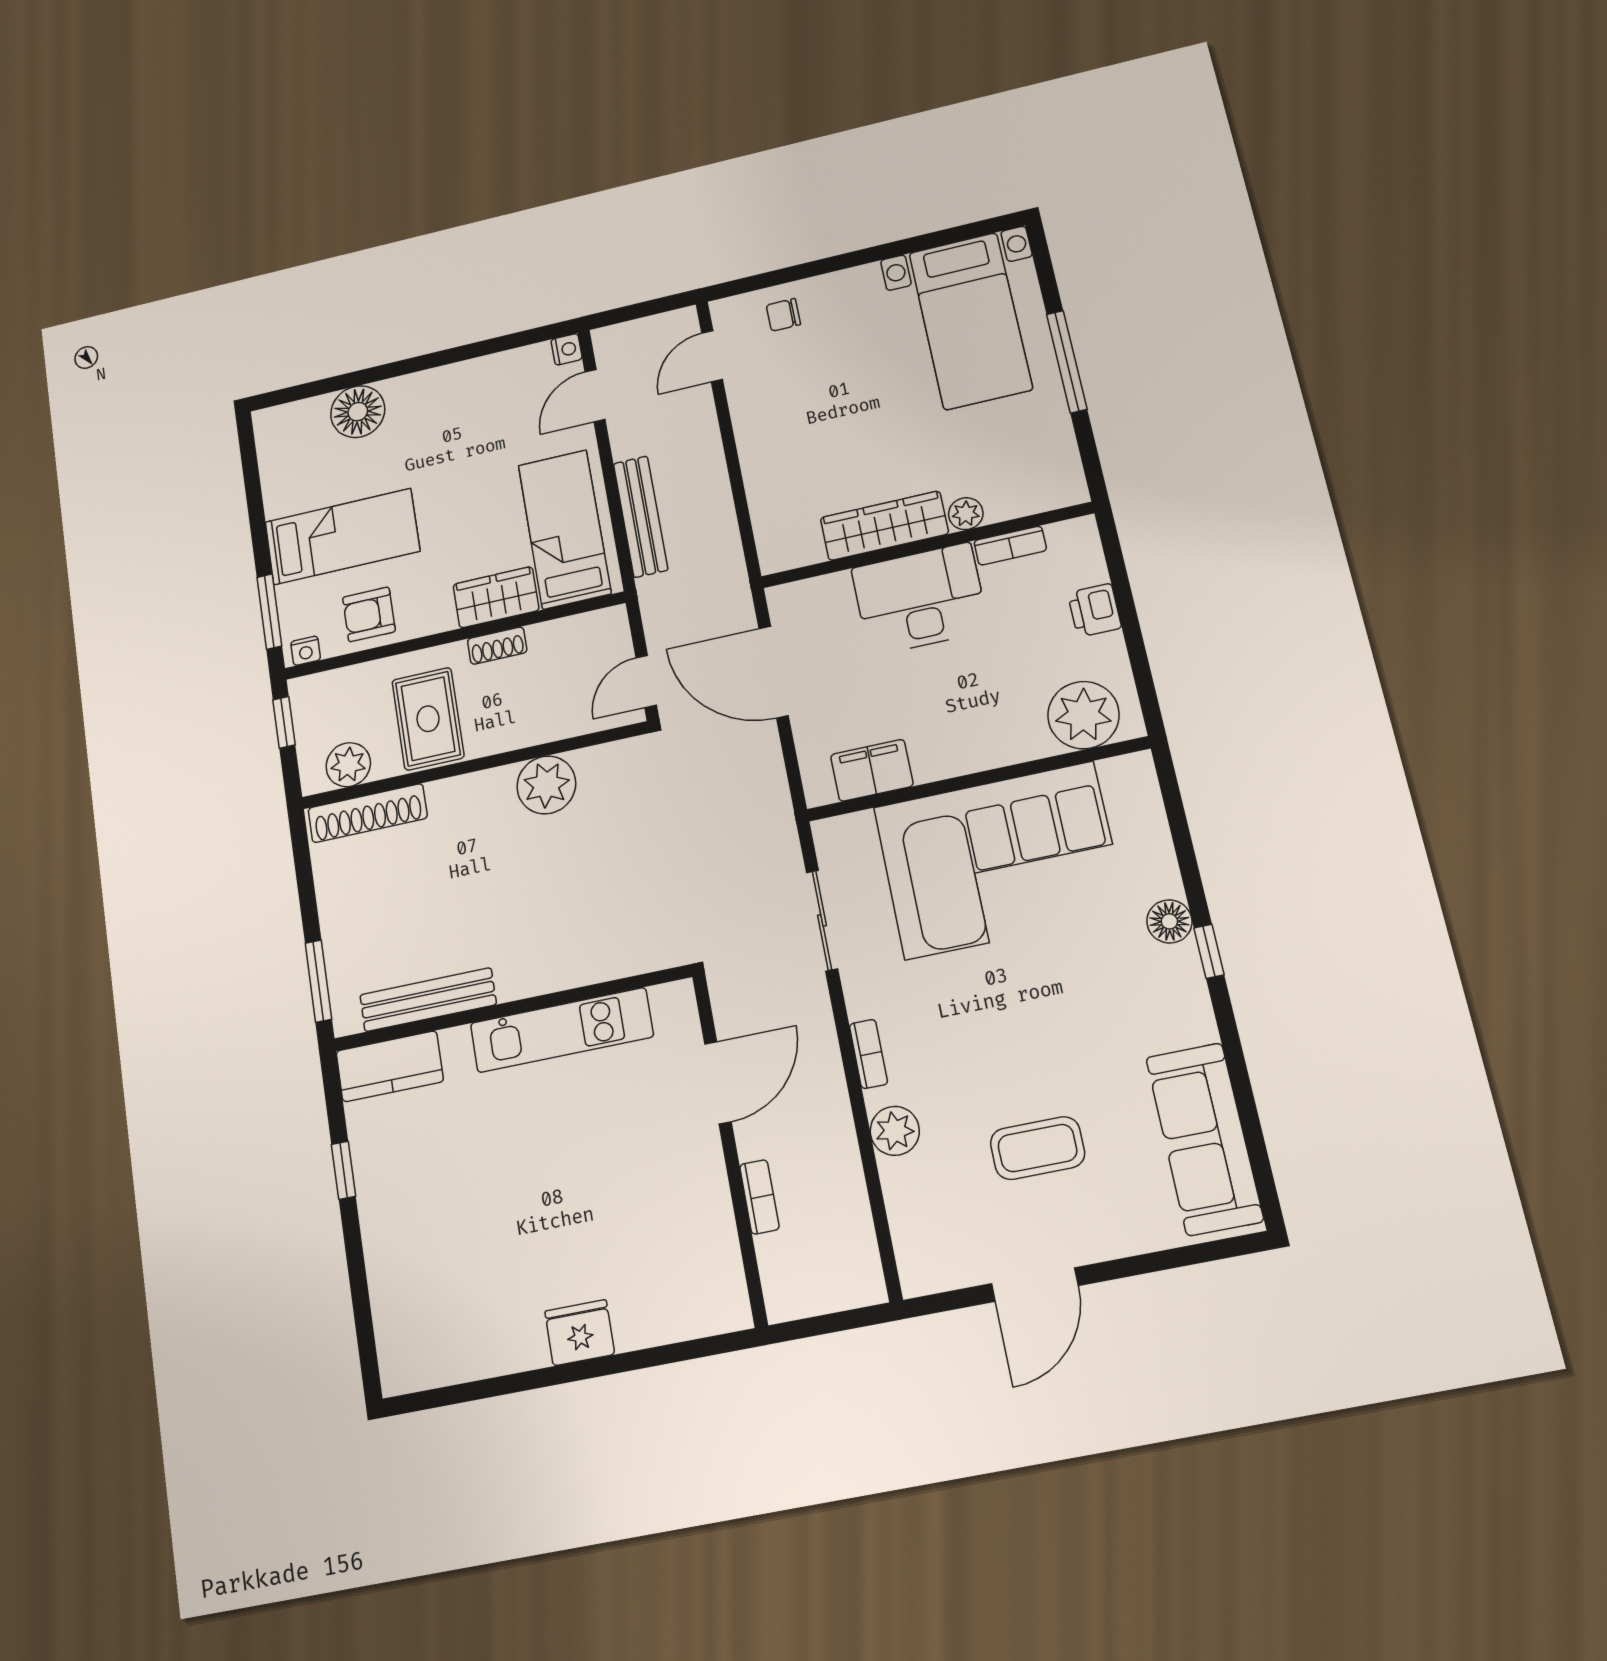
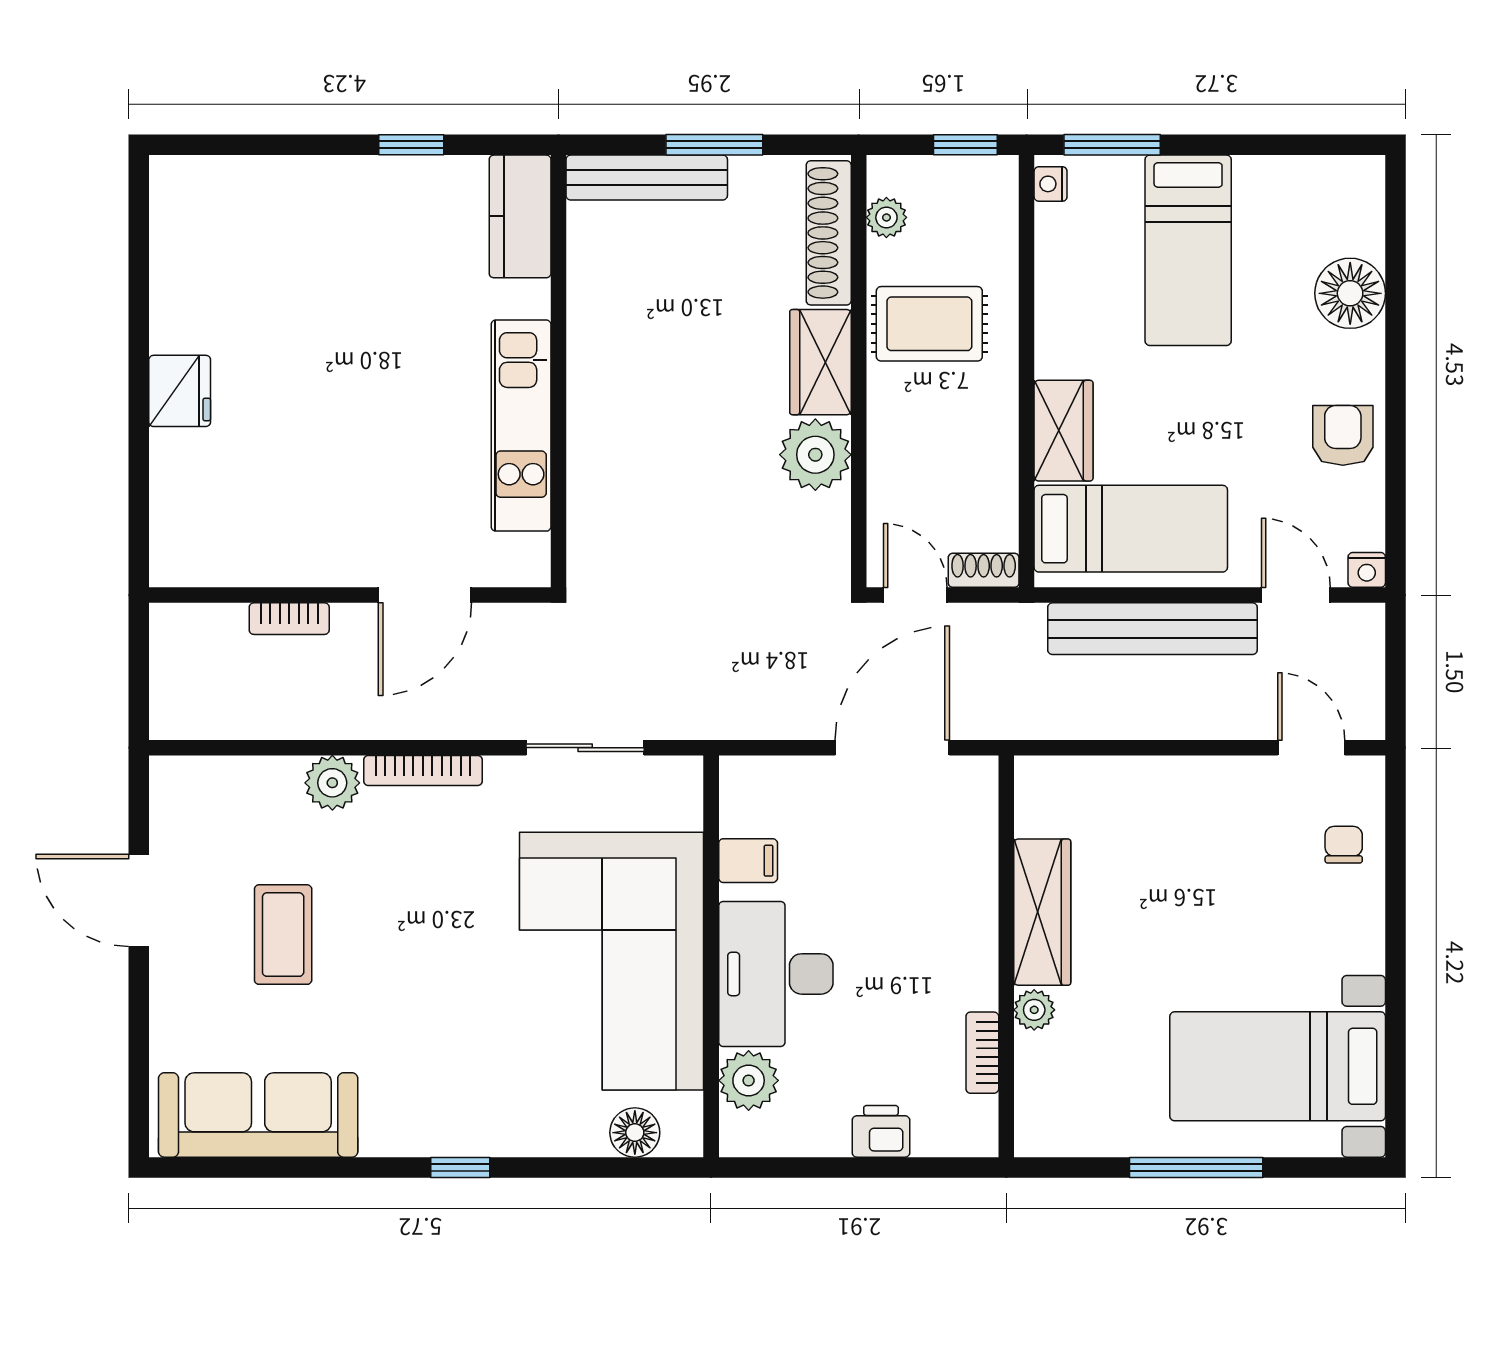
bench: (641, 517) -> (1152, 629), width x1.37, depth x1.21
desk: (920, 599) -> (776, 974), moved, turned 180
armchair: (369, 614) -> (1343, 435), moved
shoe rack: (497, 646) -> (984, 570), moved, turned 90
plant: (1083, 715) -> (749, 1080), width x0.73, depth x0.73
plant: (348, 765) -> (886, 217), width x0.73, depth x0.73
filing cabinet: (872, 770) -> (748, 861), width x0.50
wardrobe: (471, 797) -> (820, 362), added
floor lamp: (1169, 921) -> (635, 1133), moved
window: (318, 981) -> (714, 145), moved
bench: (428, 1000) -> (647, 178), moved, turned 90
bookcase: (868, 1054) -> (423, 770), width x1.56
door: (718, 1083) -> (425, 595), hinge flipped

